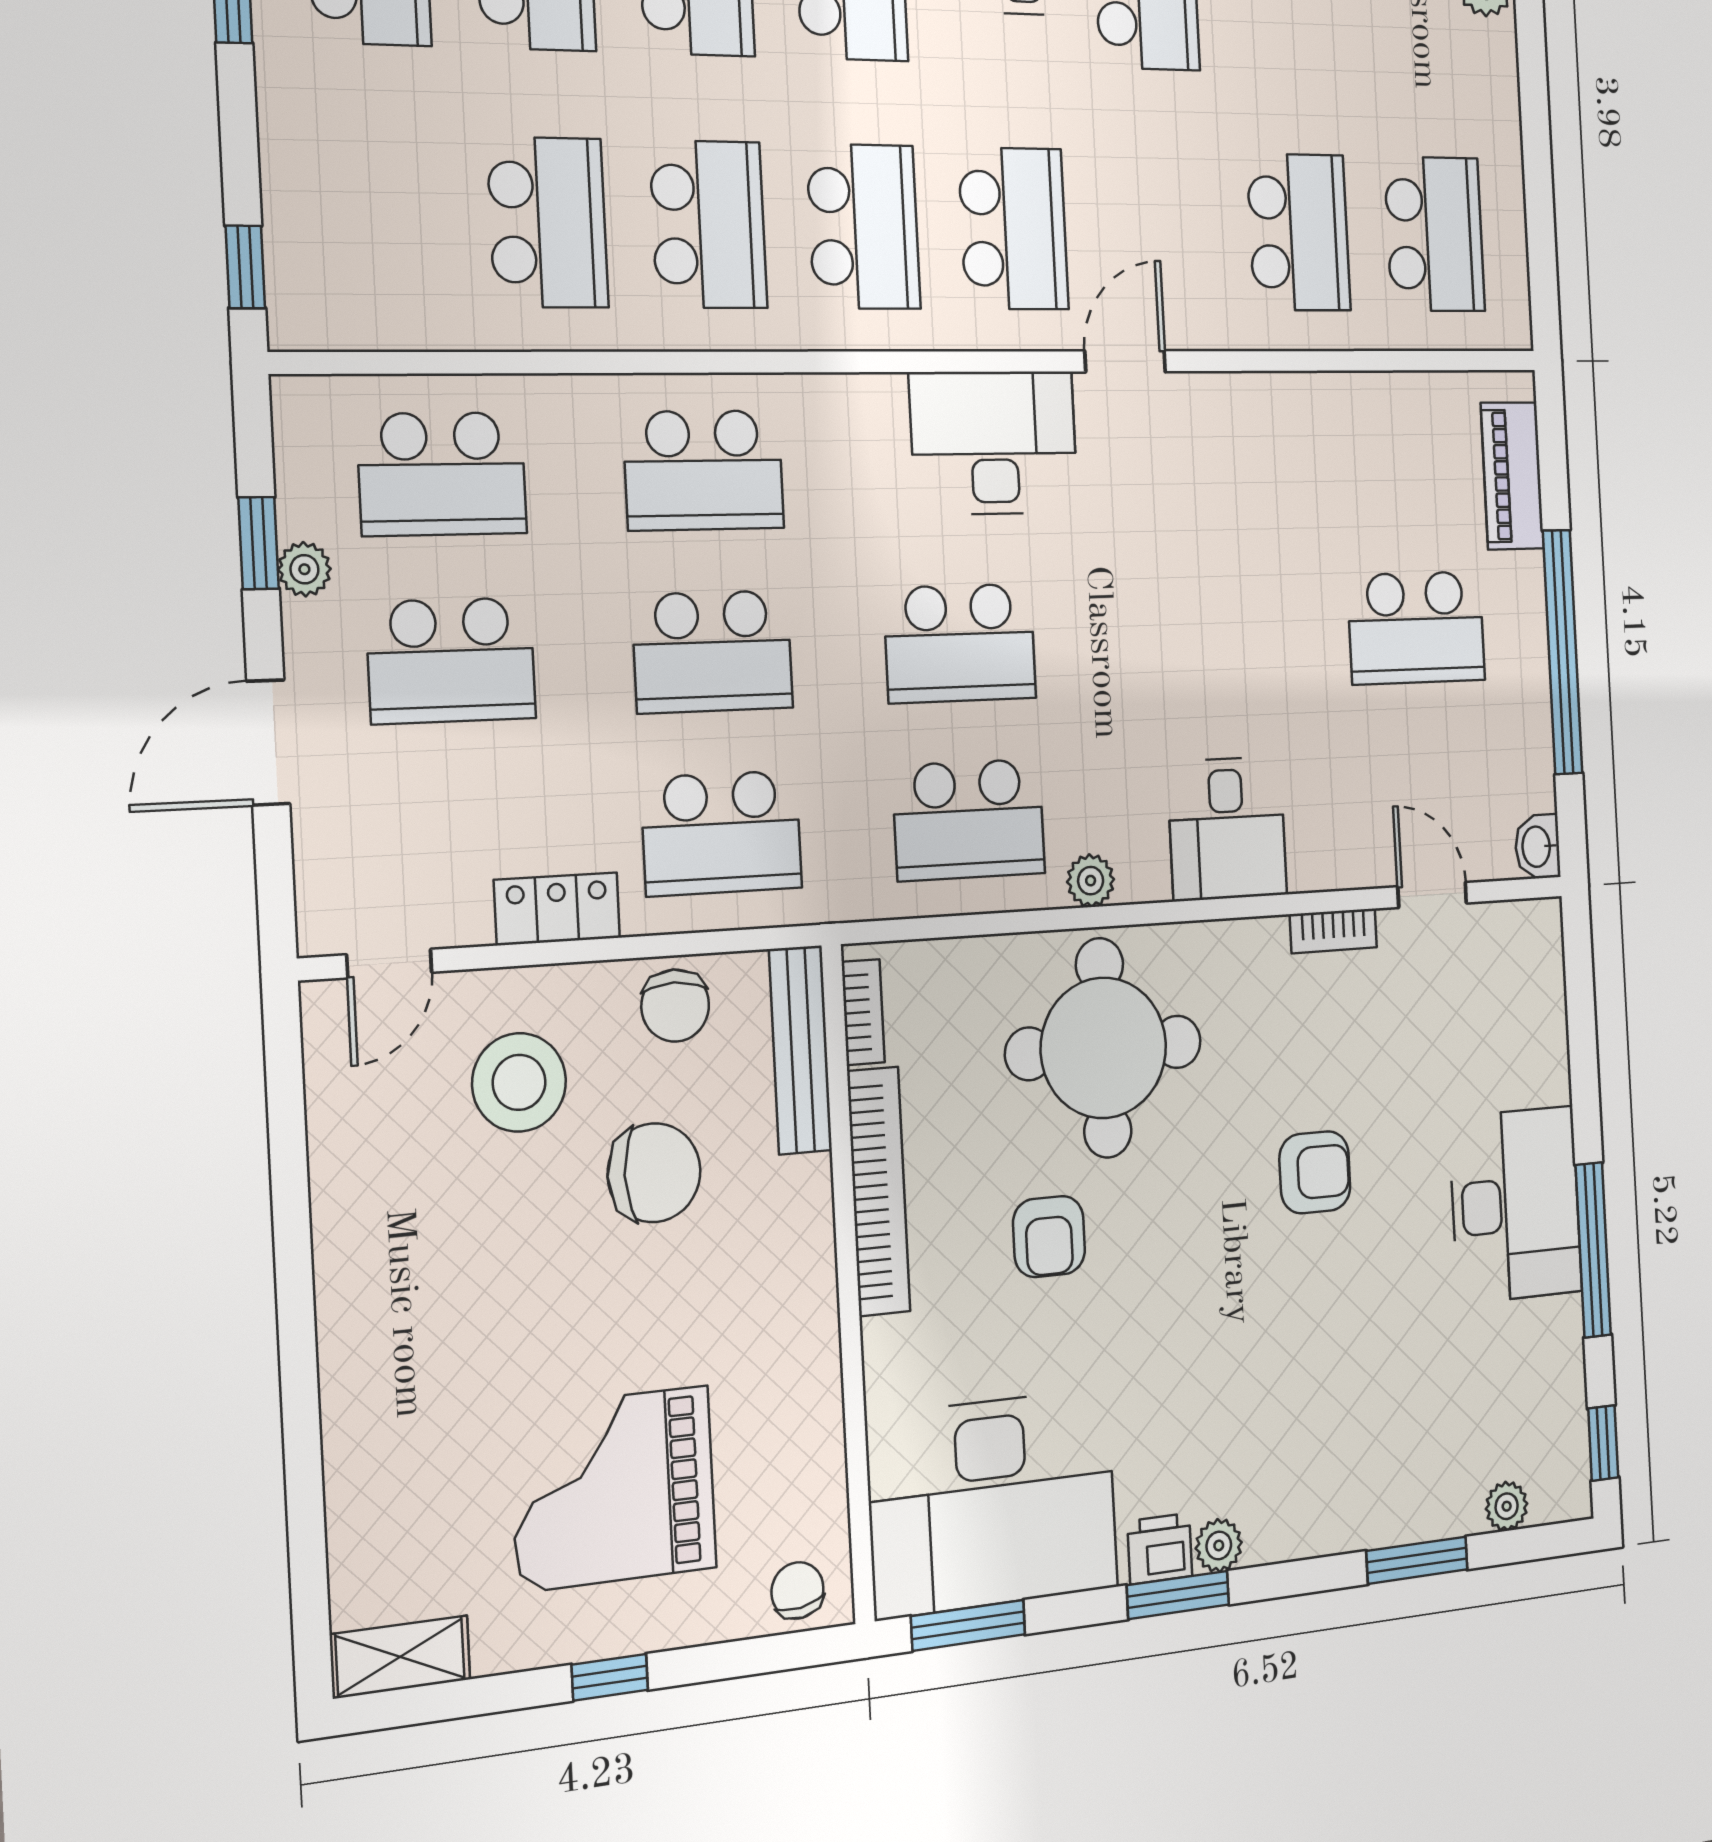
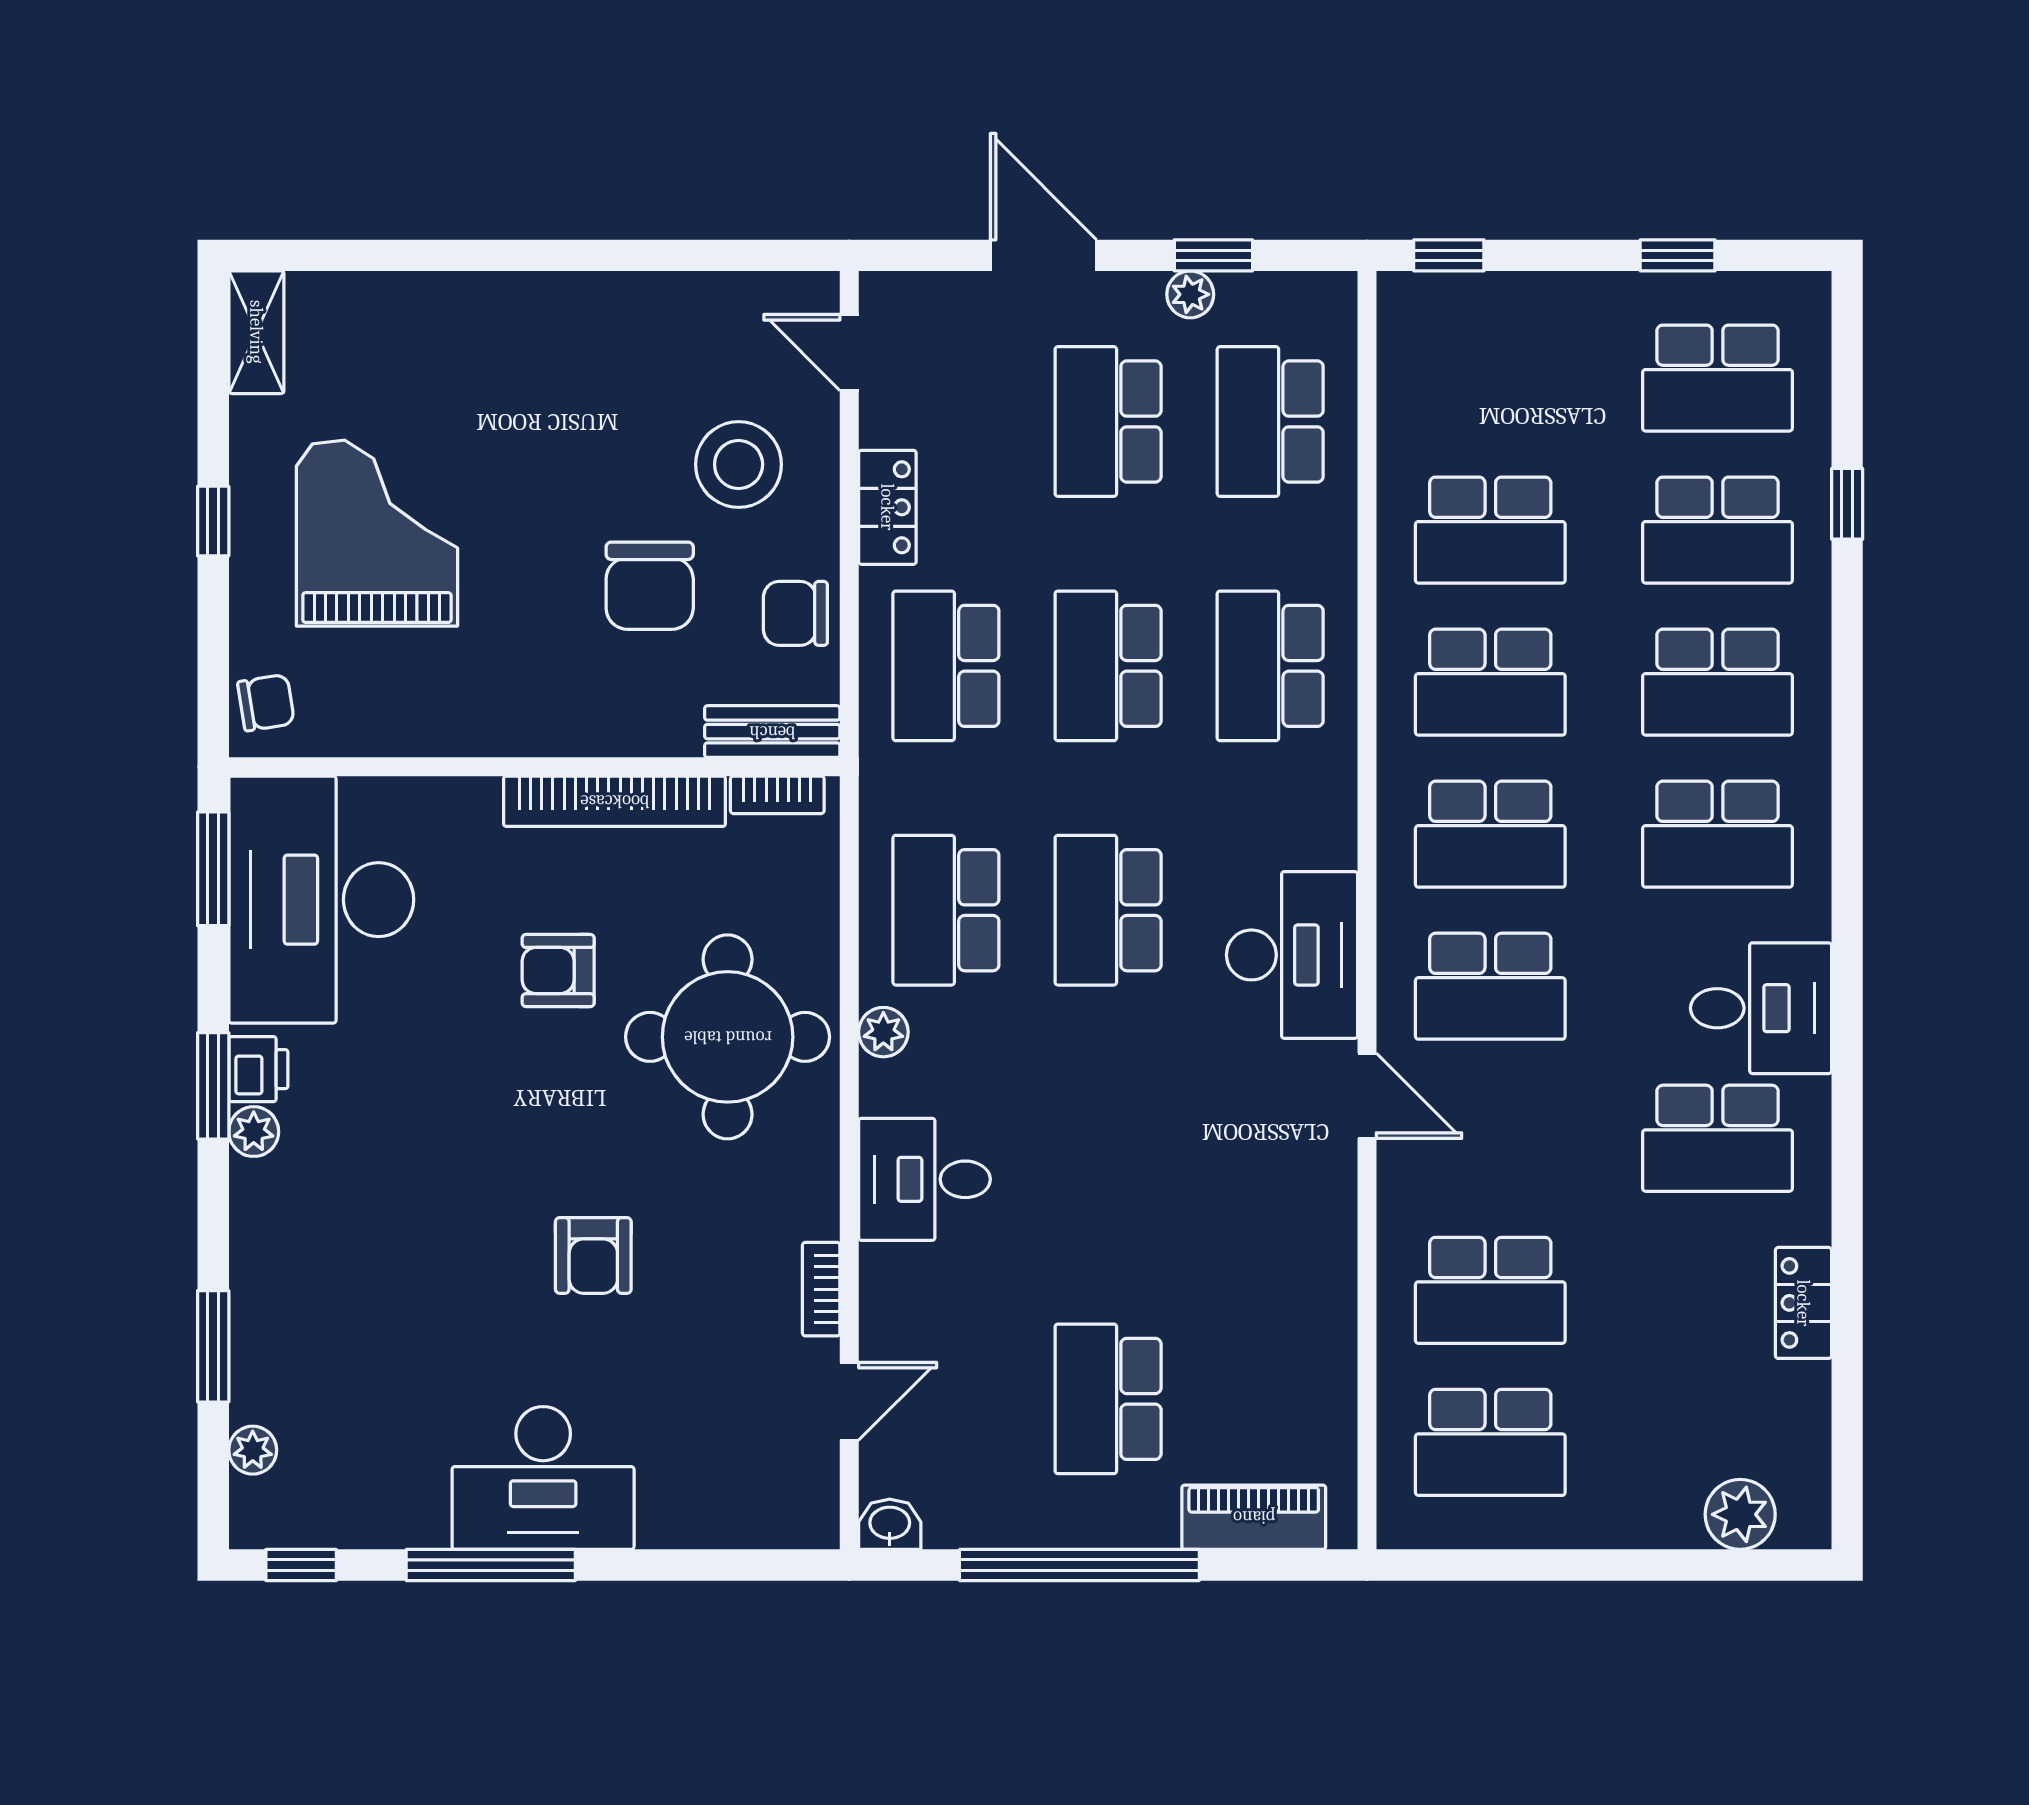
bench: (800, 1050) -> (772, 732), width x0.73

